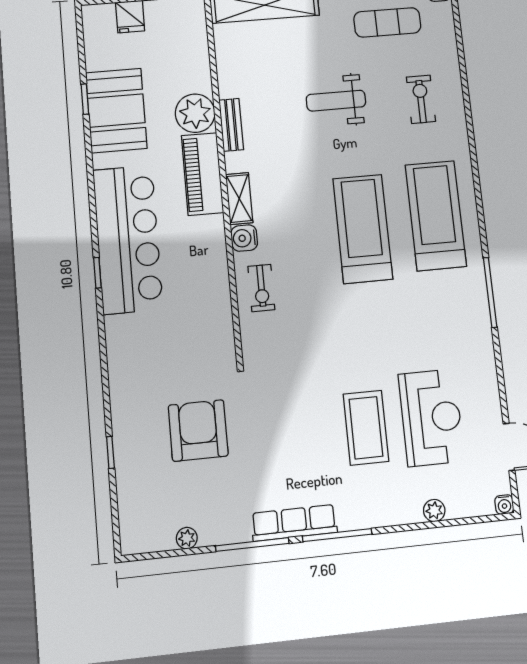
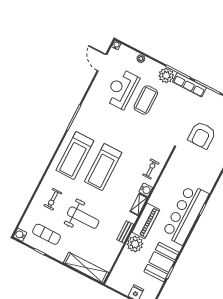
weight bench: (336, 101) -> (83, 218), width x1.36, depth x1.33
plant: (357, 510) -> (166, 75), added

